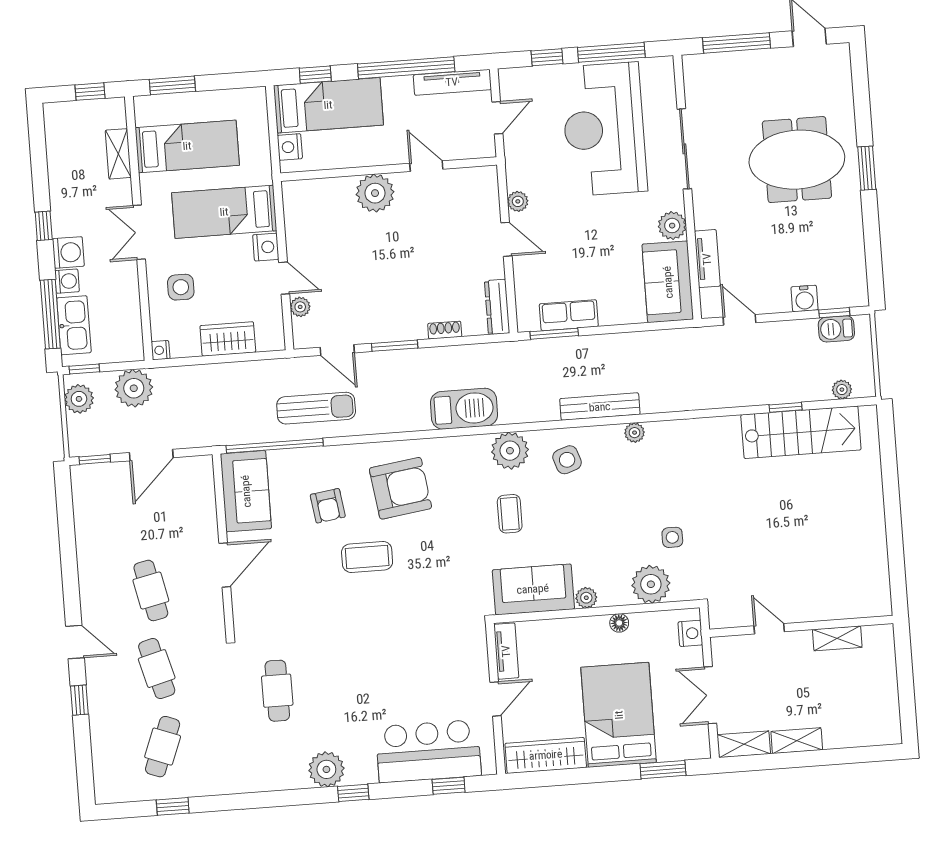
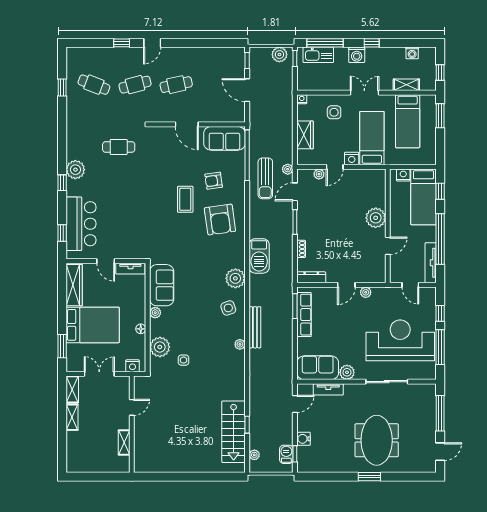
washing machine: (67, 281) -> (412, 53), moved
row of seats: (569, 315) -> (304, 315), width x1.48
plant: (134, 388) -> (288, 169), moved, width x0.53, depth x0.53
coffee table: (510, 514) -> (202, 276), removed

